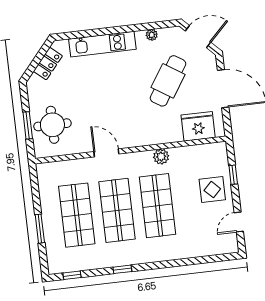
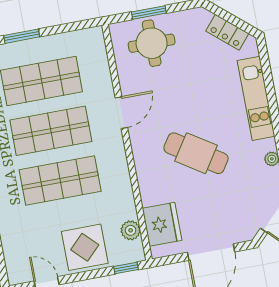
cafe table: (168, 81) -> (196, 153), moved
plant: (161, 157) -> (131, 230), moved
window: (233, 175) -> (126, 268), moved
display table: (212, 190) -> (85, 247), width x1.36, depth x1.36

